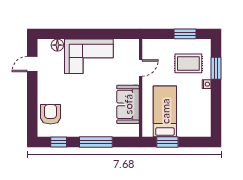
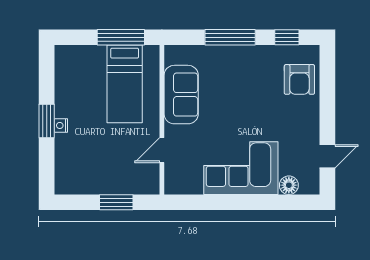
window: (185, 34) -> (116, 202), moved
rug: (188, 63) -> (89, 157), removed
window: (216, 68) -> (47, 121), moved
window: (167, 142) -> (121, 37), width x1.44

